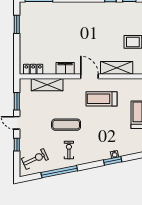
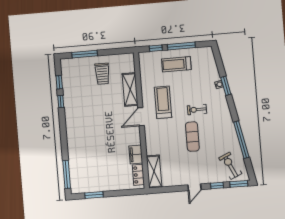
filing cabinet: (65, 68) -> (136, 155), moved
shelving: (47, 85) -> (154, 172), moved
treadmill: (102, 99) -> (163, 102), turned 180
window: (17, 101) -> (239, 184), moved
exercise bike: (69, 150) -> (197, 110), moved

